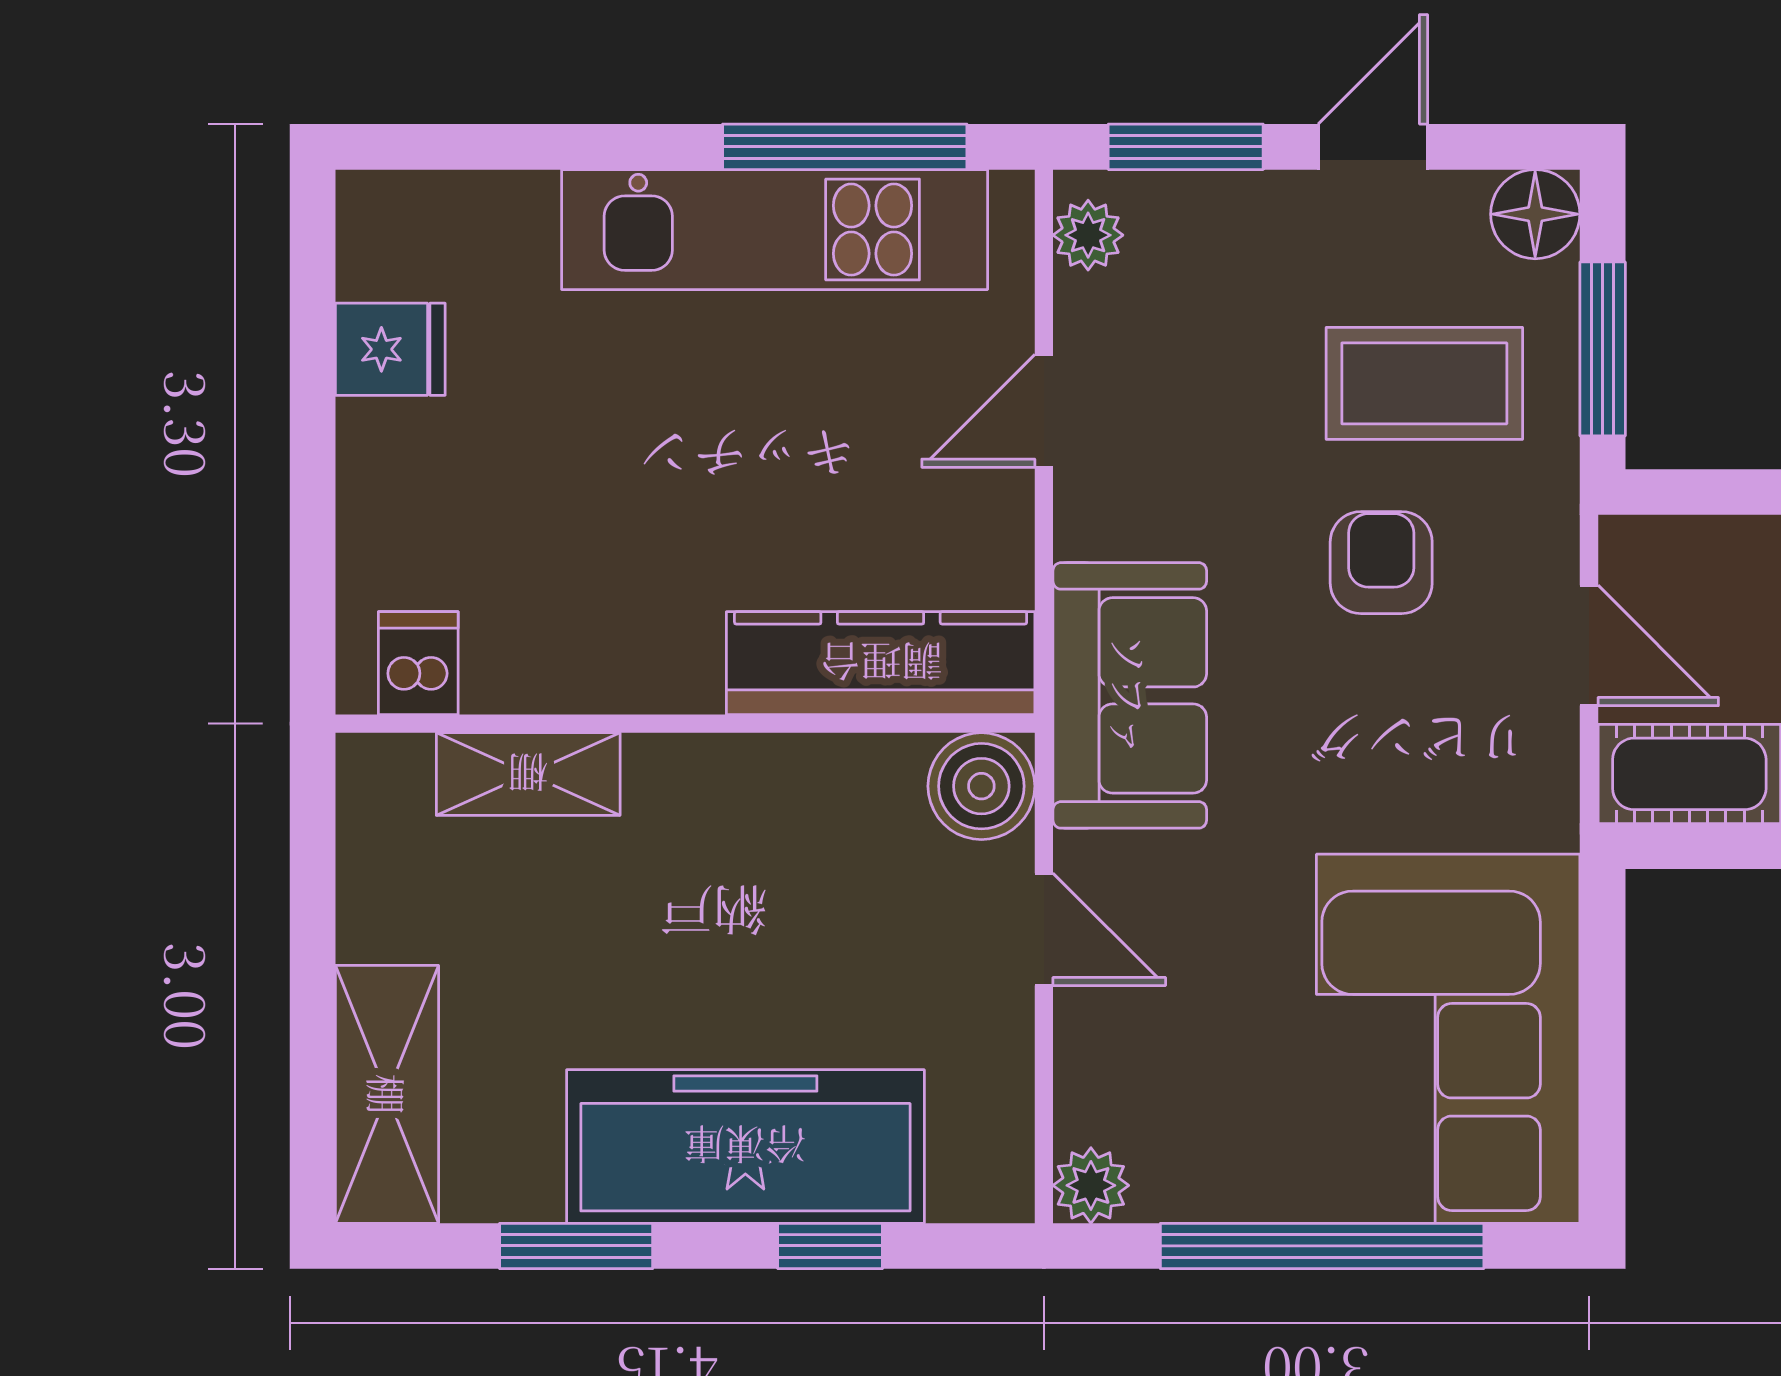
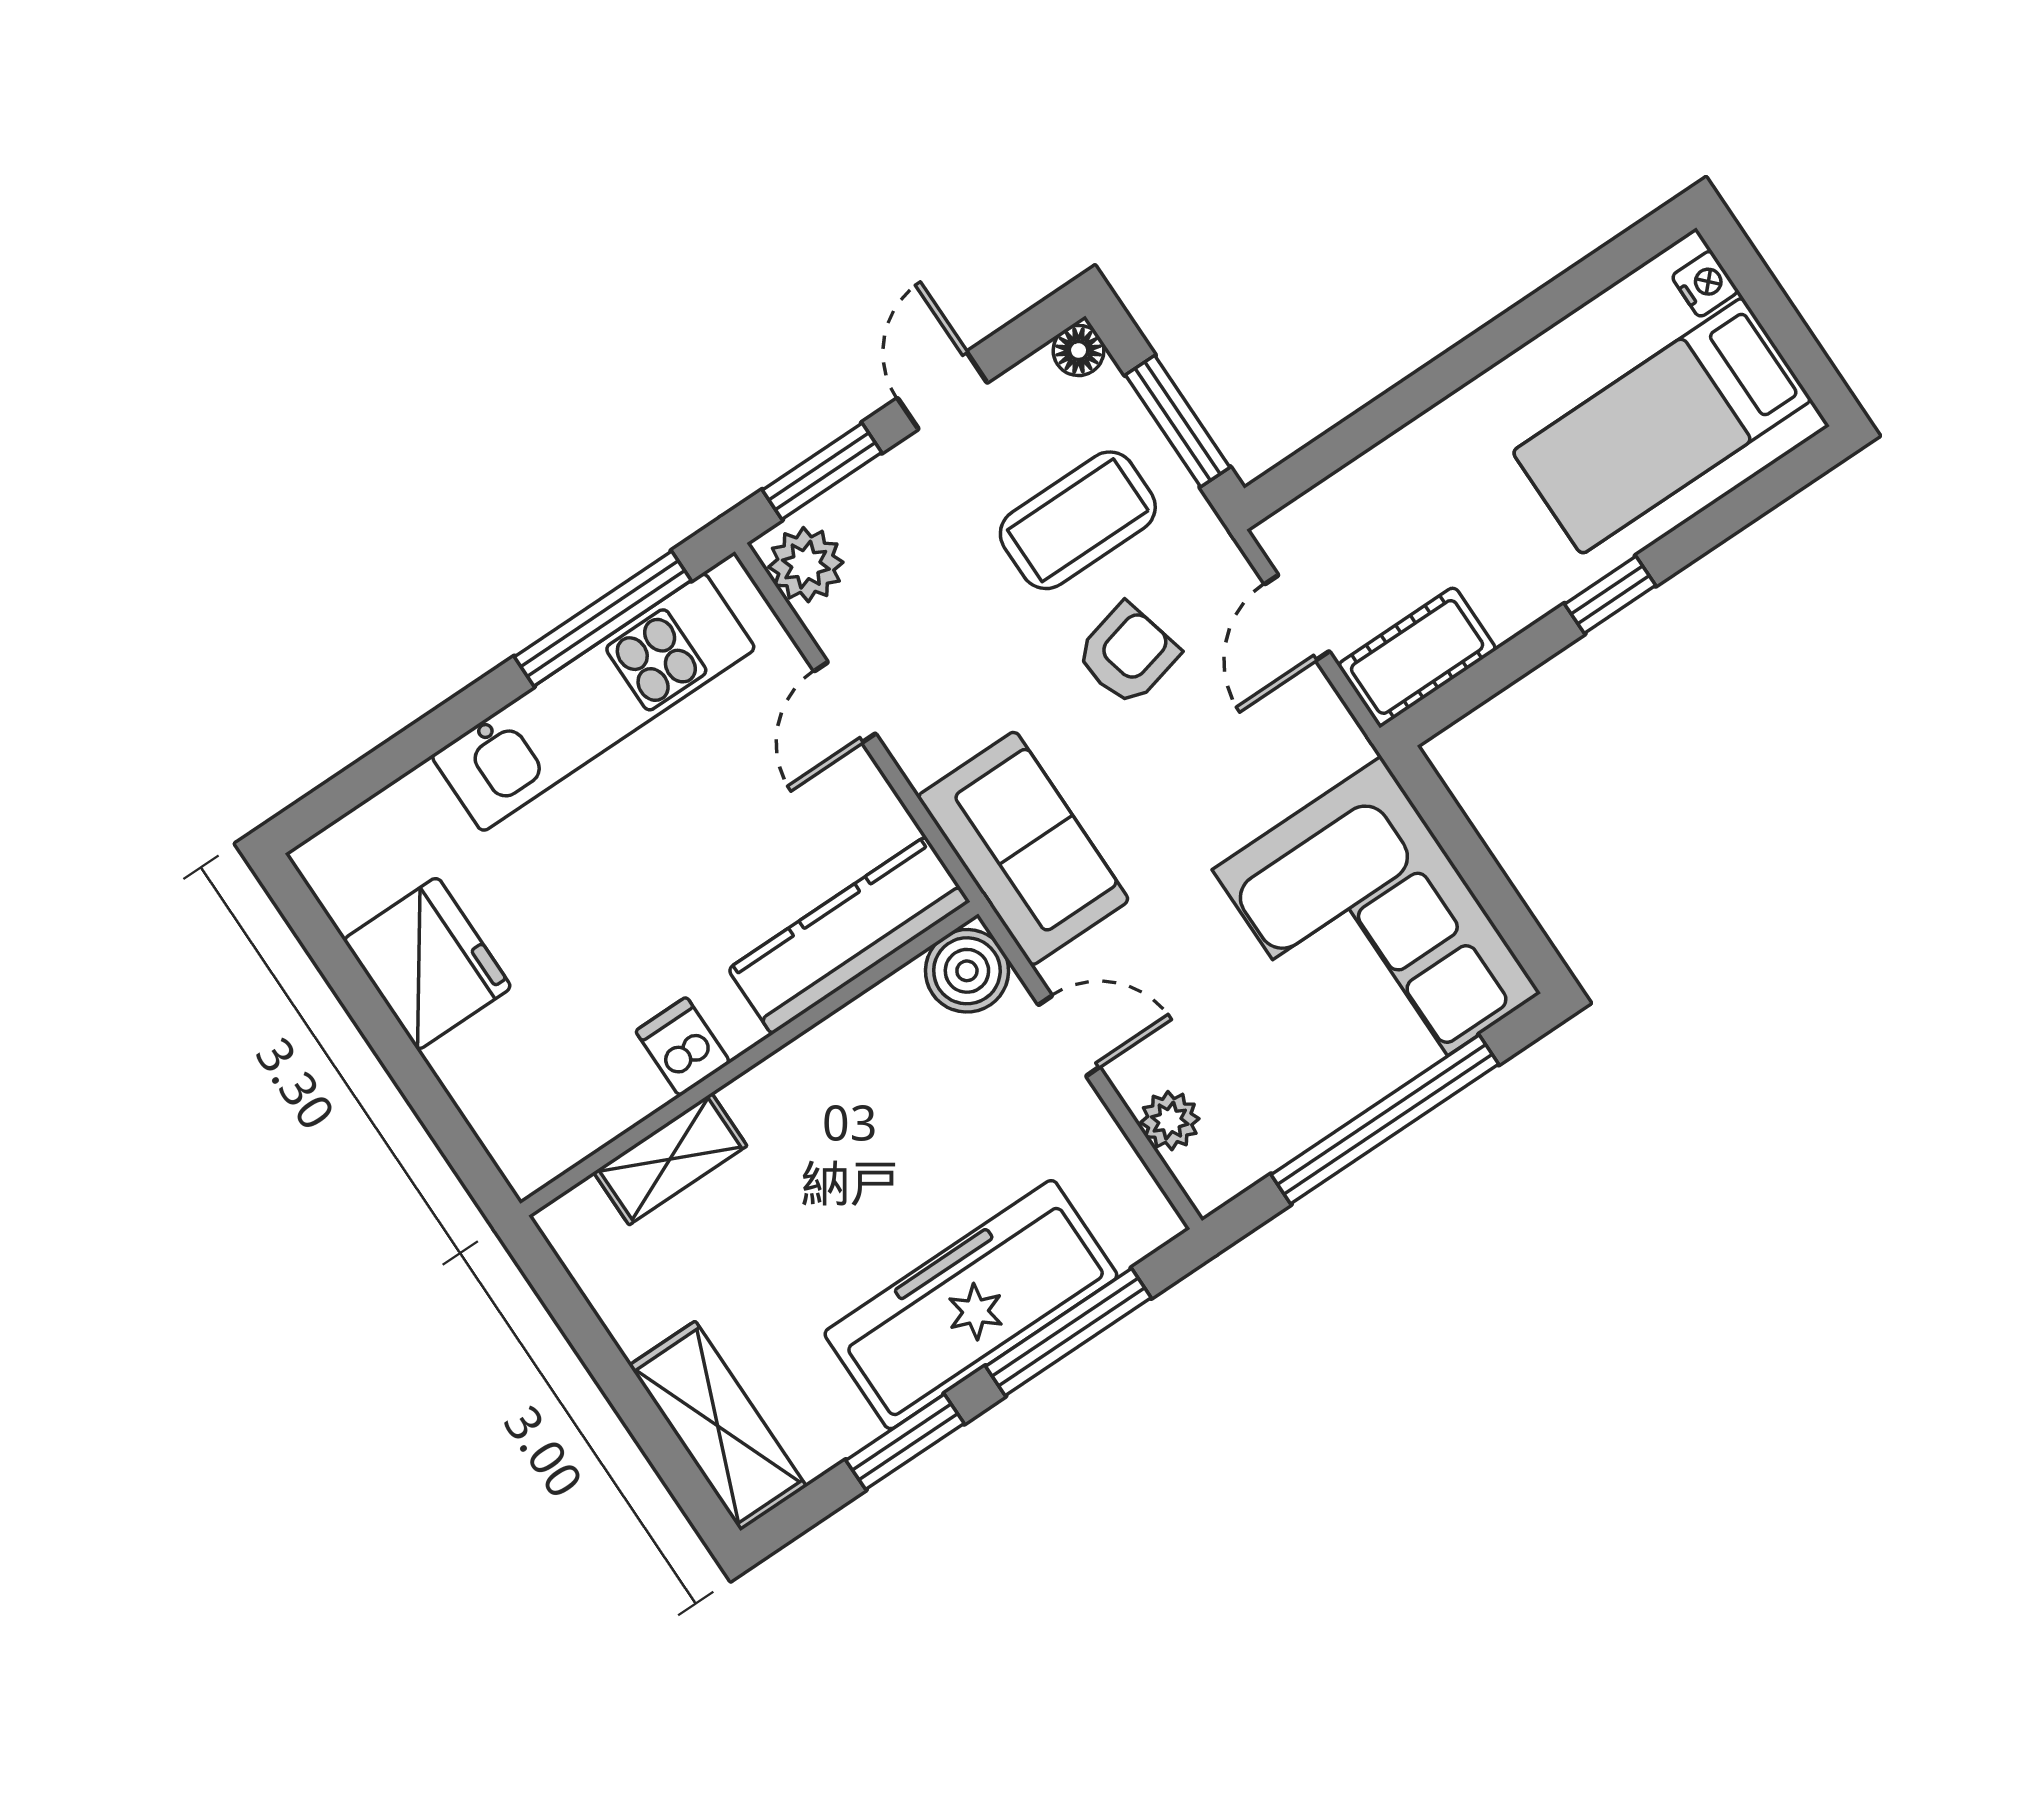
floor lamp: (1535, 214) -> (1079, 350), width x0.73, depth x0.73
plant: (1088, 235) -> (806, 565), width x1.38, depth x1.38
fridge: (390, 349) -> (427, 963), width x1.88, depth x1.34
armchair: (1381, 563) -> (1127, 654), turned 76
door: (1589, 645) -> (1297, 618), swing flipped
dishwasher: (418, 663) -> (683, 1047), moved
plant: (1091, 1185) -> (1170, 1121), moved
window: (830, 1246) -> (1068, 1332), width x2.17

